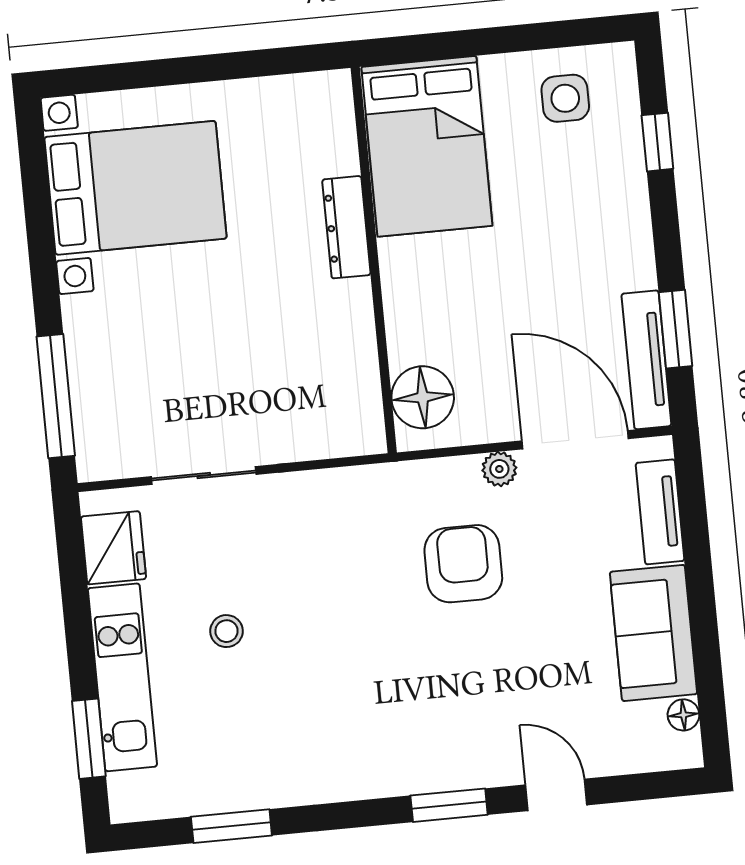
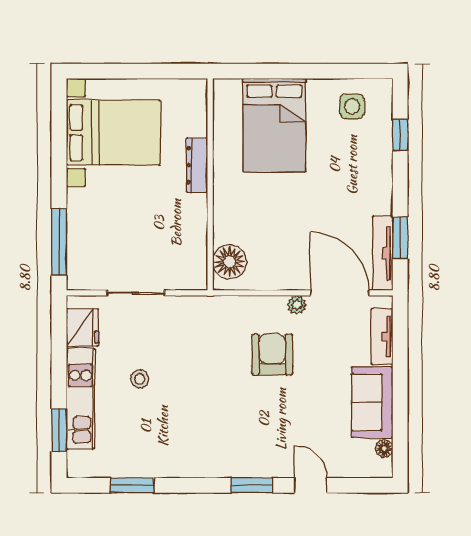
dresser: (346, 227) -> (197, 165), moved
wall: (374, 260) -> (210, 184), moved
floor lamp: (423, 397) -> (230, 262), moved

